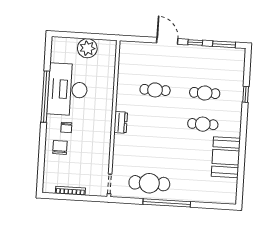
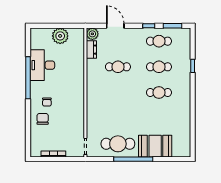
door: (167, 41) -> (115, 26), moved
plant: (126, 48) -> (92, 34), added
cafe table: (207, 62) -> (159, 41), added
desk: (68, 89) -> (42, 65), width x0.73, depth x0.77
dresser: (121, 122) -> (91, 50), moved
booth: (226, 157) -> (155, 146), moved, turned 90

